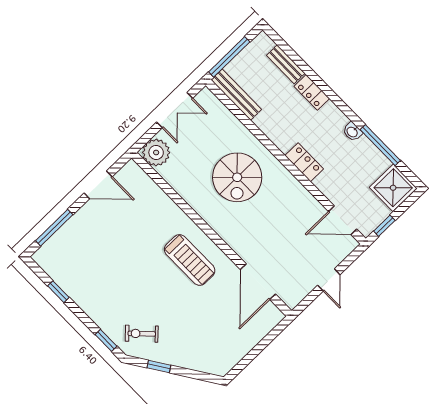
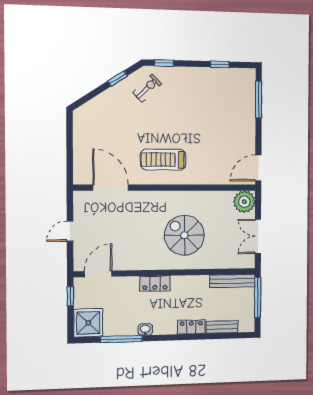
door: (98, 185) -> (258, 168), moved
door: (329, 280) -> (70, 231), hinge flipped

